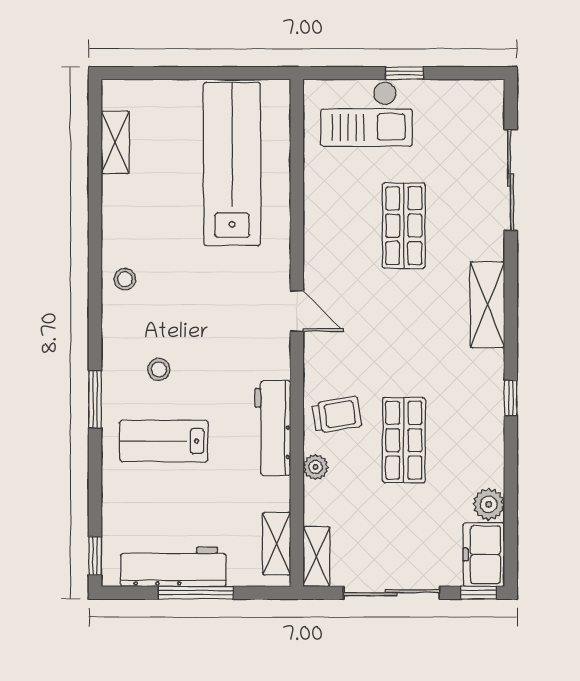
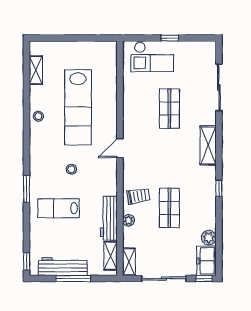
lab bench: (232, 164) -> (78, 107), moved, turned 180
stool: (125, 279) -> (38, 116), moved
door: (297, 311) -> (120, 148), swing flipped
stool: (159, 369) -> (71, 169), moved
workbench: (273, 428) -> (109, 218), moved

